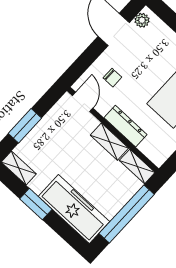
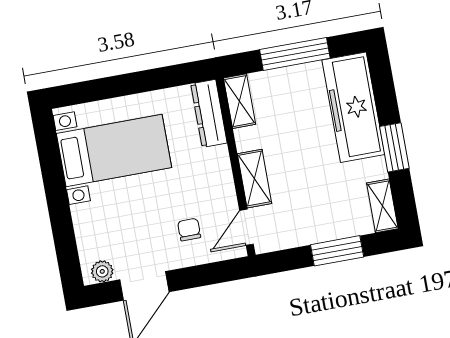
dresser: (125, 126) -> (209, 113), moved
shelving: (109, 142) -> (255, 179), moved
window: (127, 214) -> (295, 54), width x0.68

